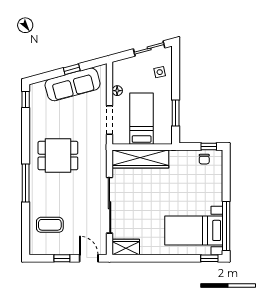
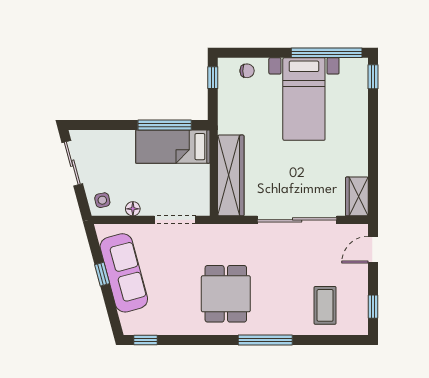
side table: (160, 72) -> (102, 200), moved
window: (176, 113) -> (165, 125), width x1.44
bed: (142, 119) -> (173, 147), moved
chair: (204, 159) -> (247, 71), moved
bed with nightstands: (194, 230) -> (304, 99), moved
window: (62, 258) -> (373, 307), moved

